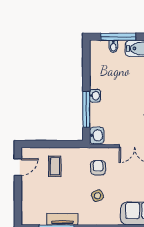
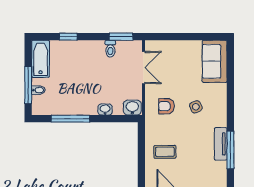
washbasin: (95, 96) -> (105, 109), moved
window: (86, 109) -> (70, 119), moved

